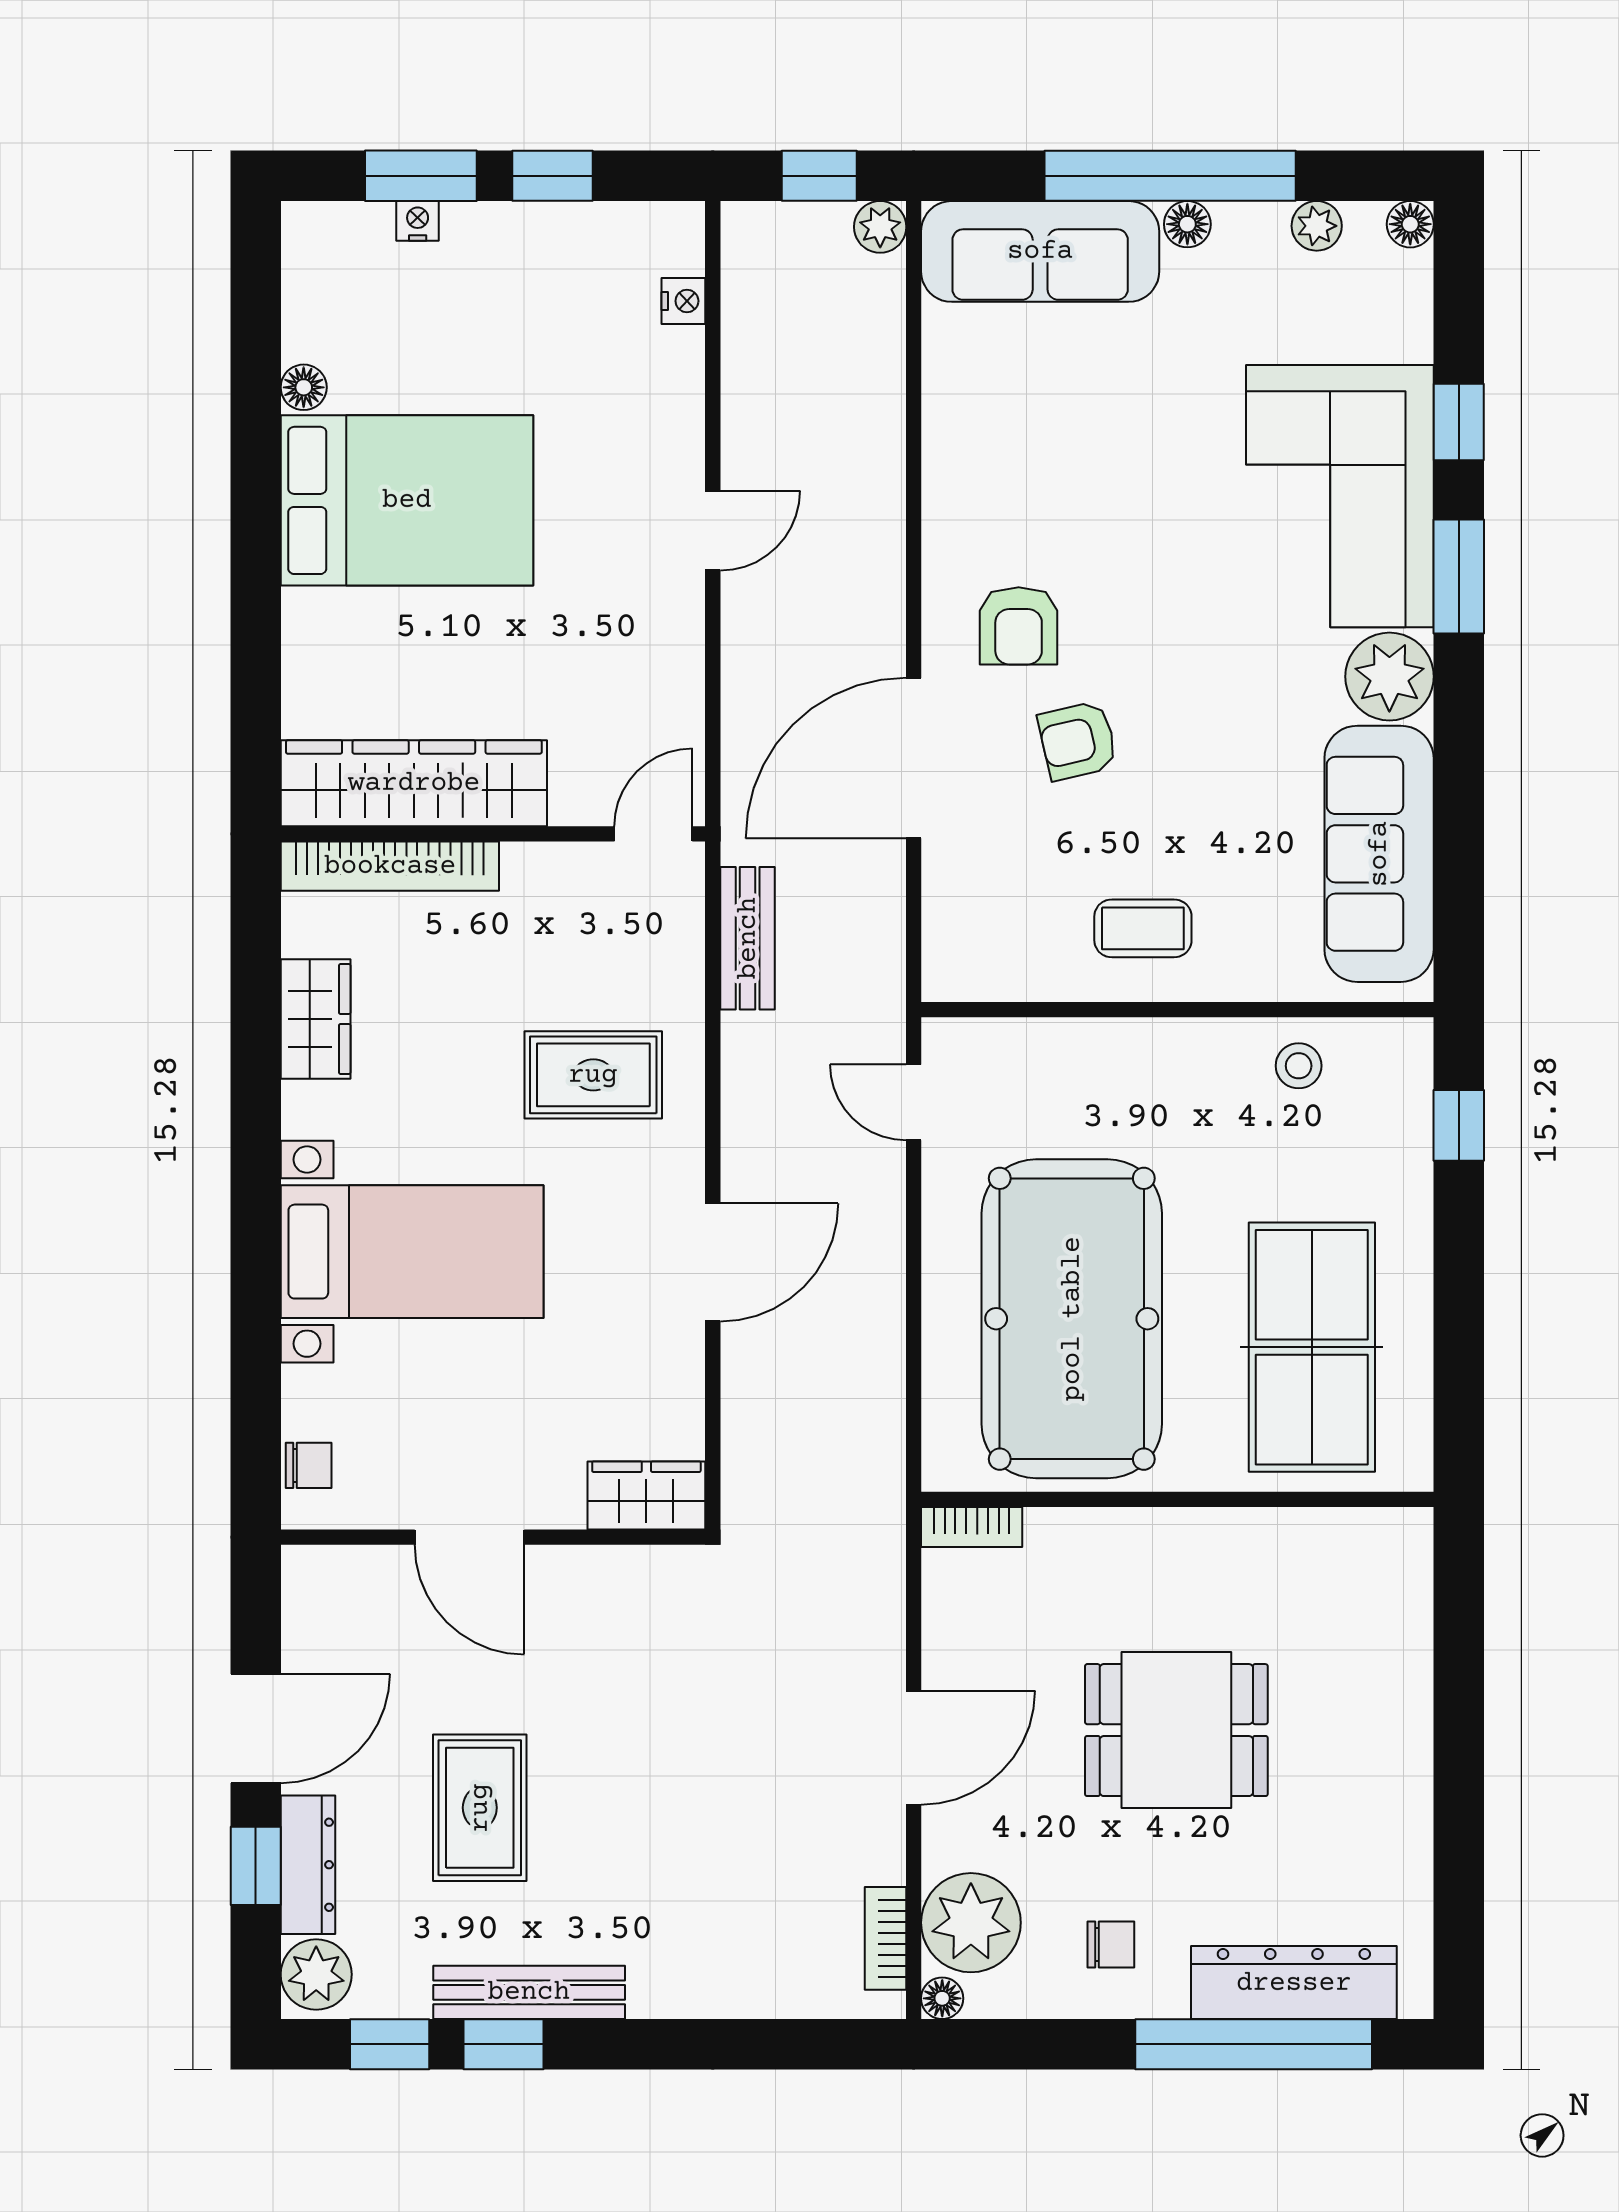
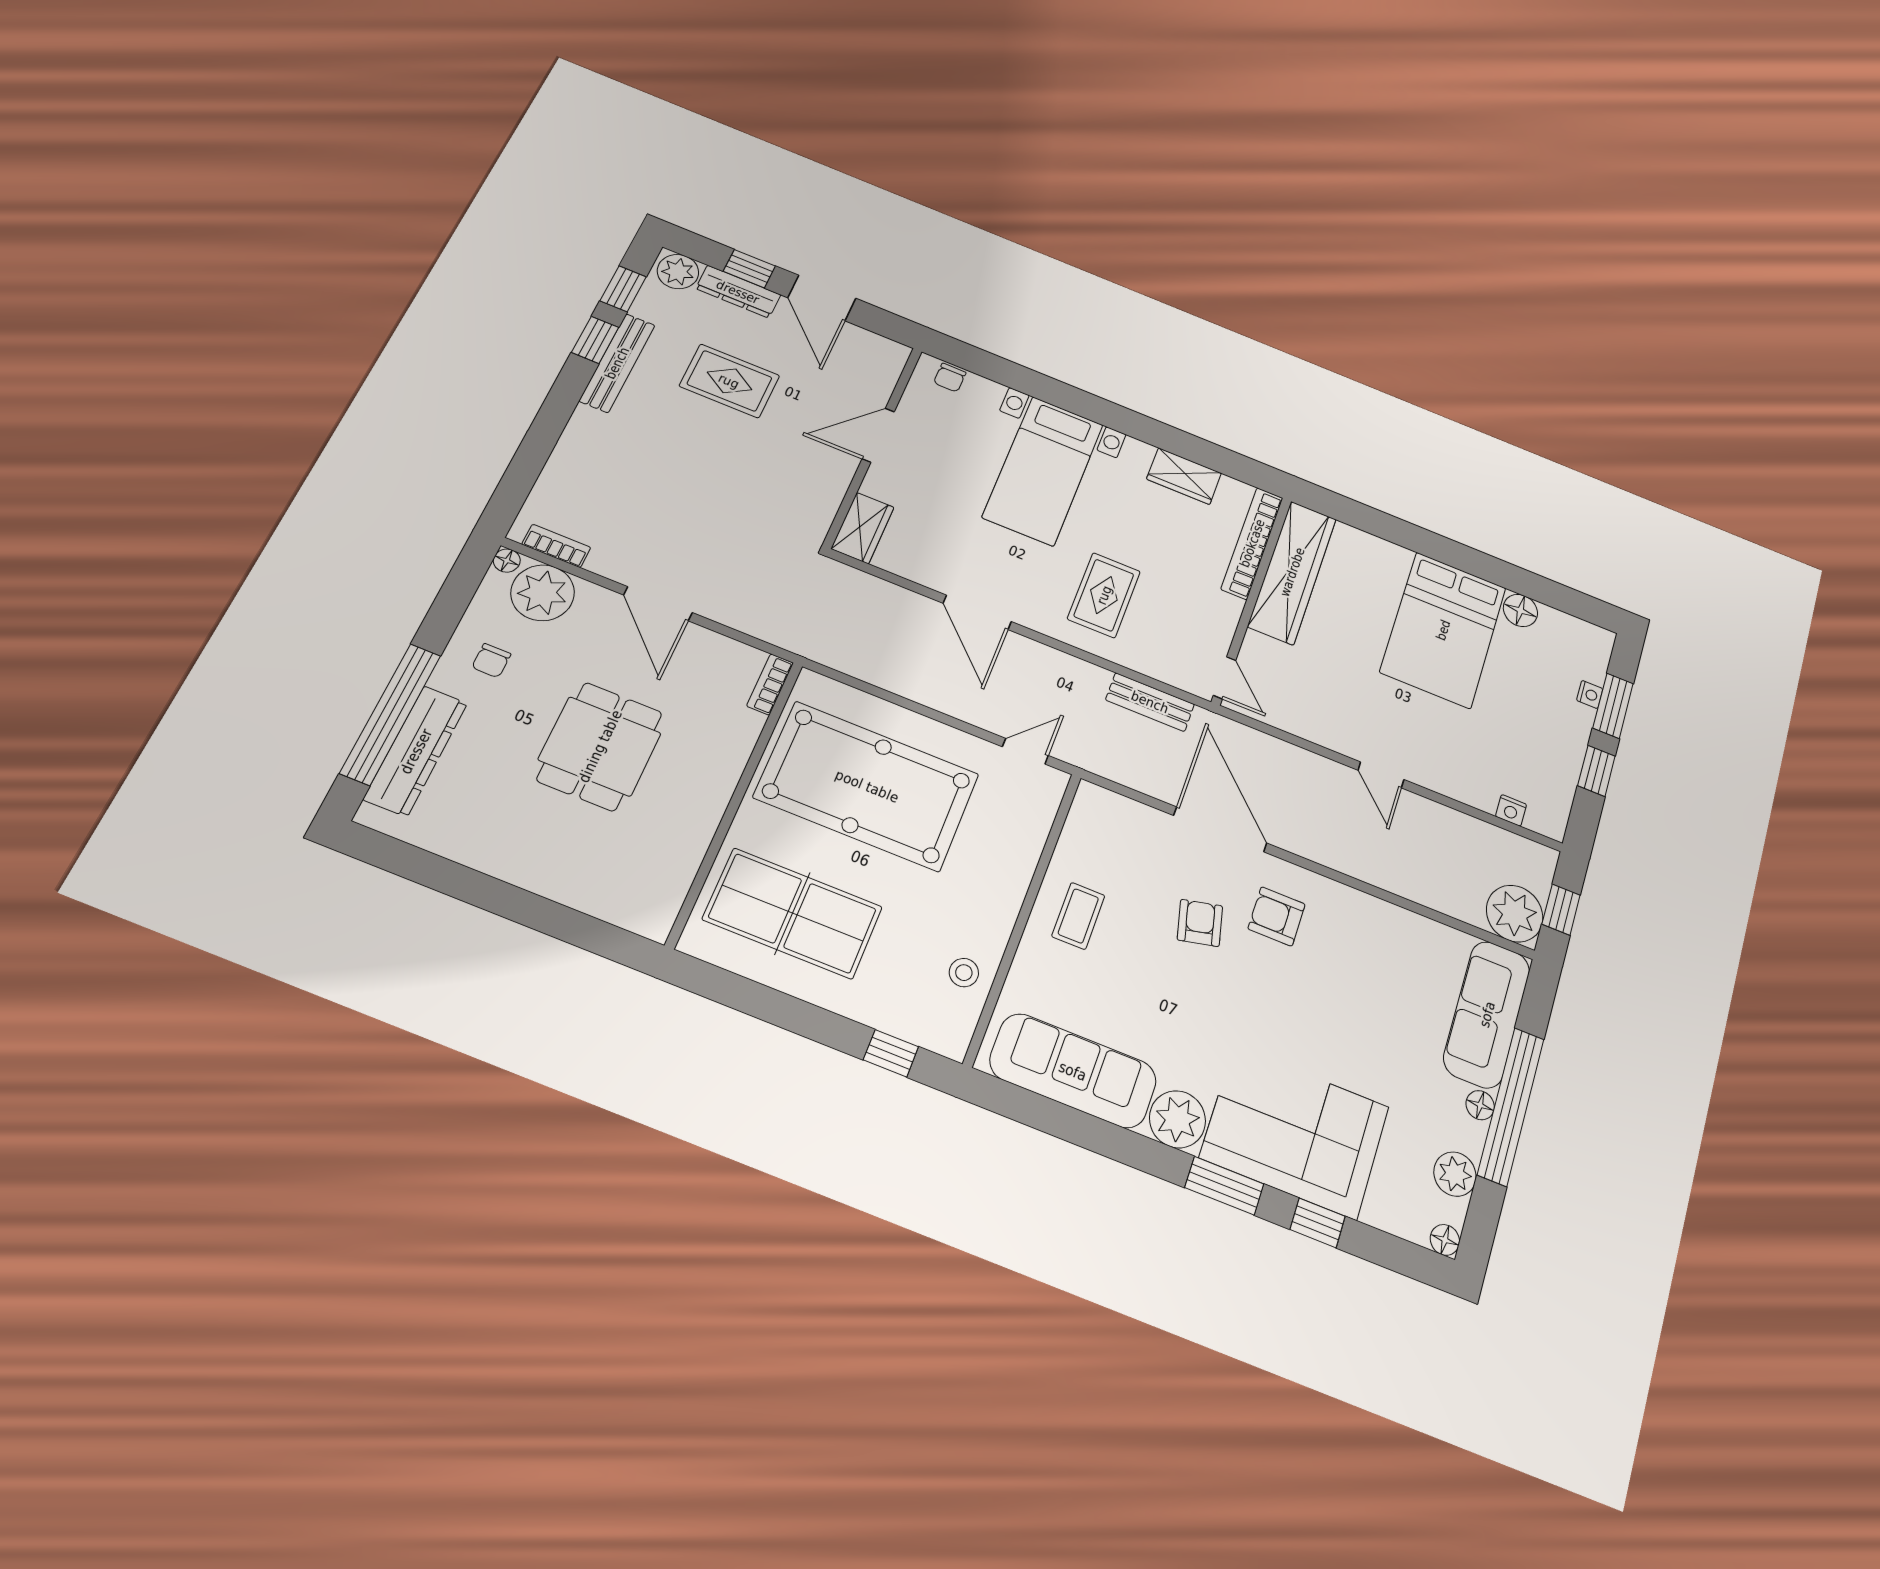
plant: (1317, 226) -> (1455, 1174), width x1.38, depth x1.38
plant: (880, 227) -> (1515, 914), width x1.87, depth x1.87
floor lamp: (304, 387) -> (1520, 610), width x1.37, depth x1.37

